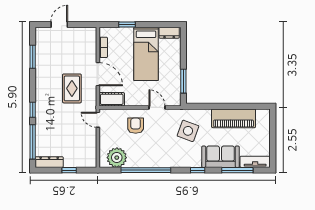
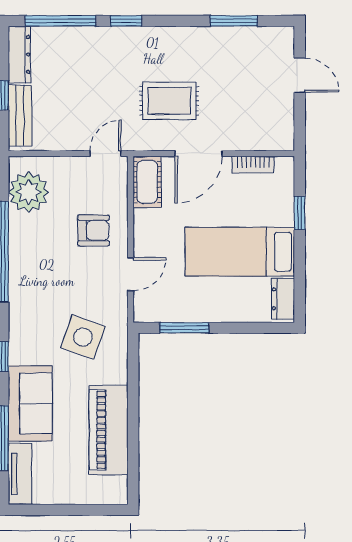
bench: (79, 162) -> (20, 115), added

